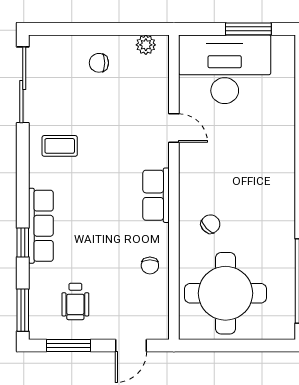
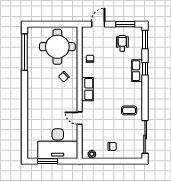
row of seats: (41, 226) -> (137, 71), width x0.68

